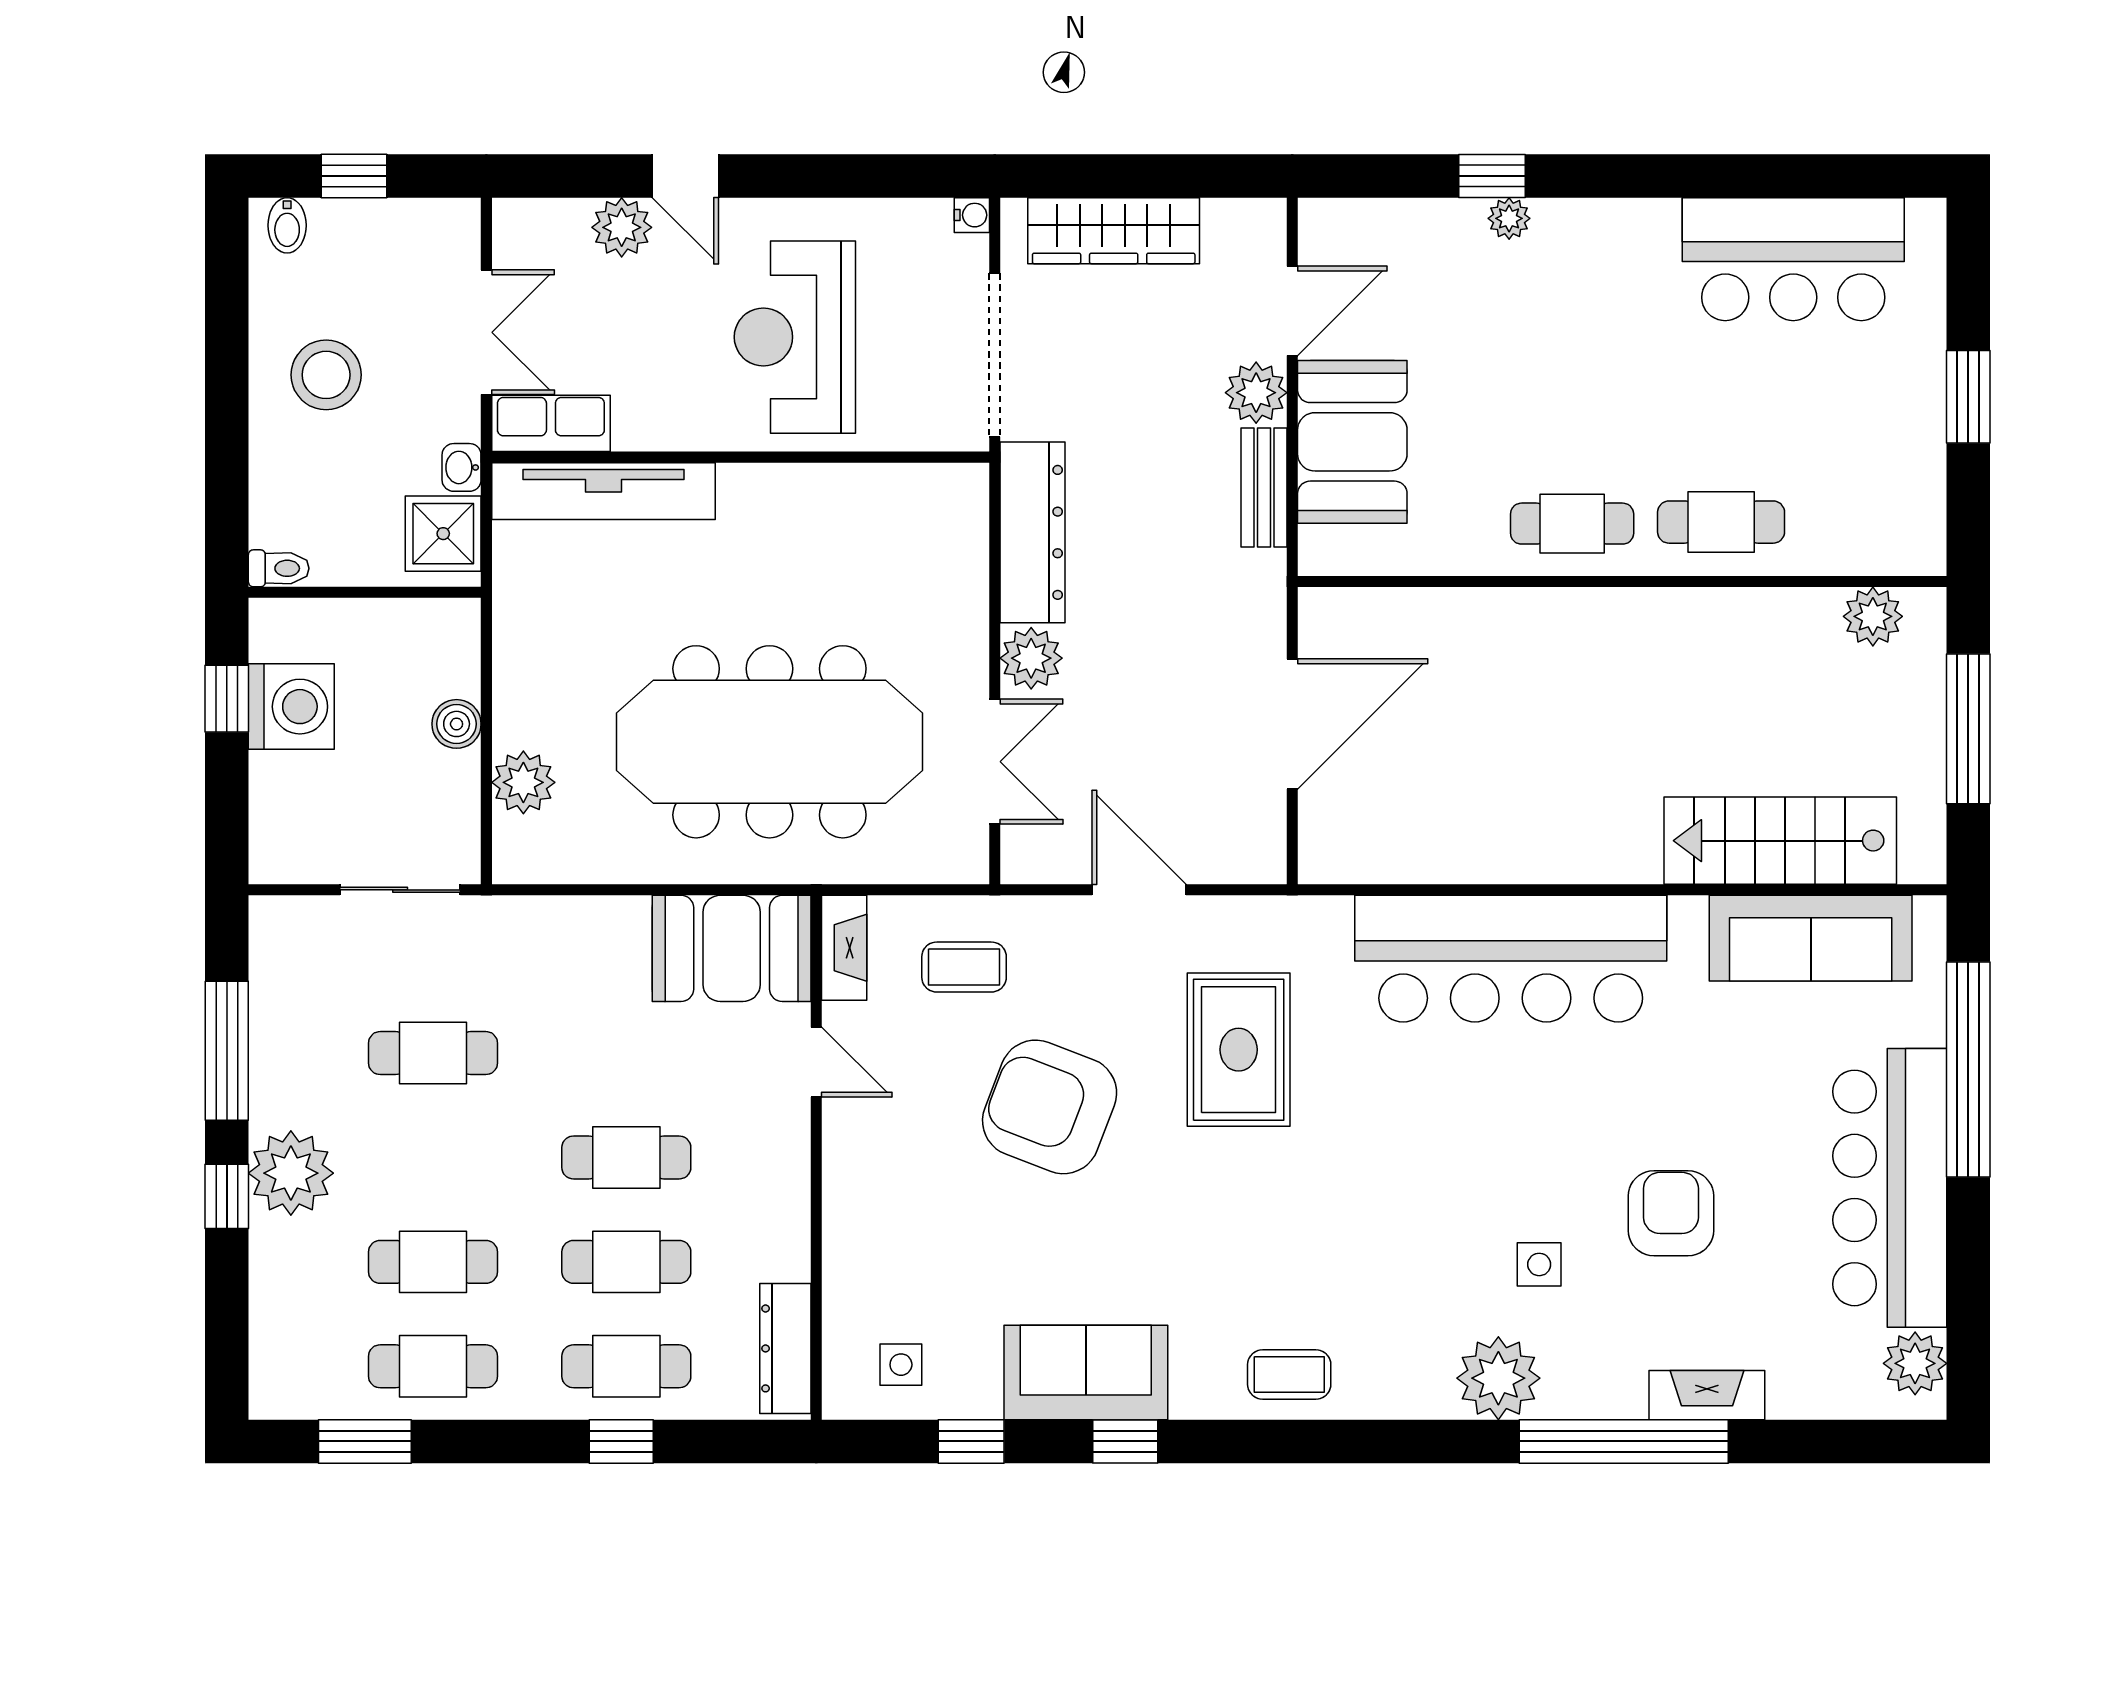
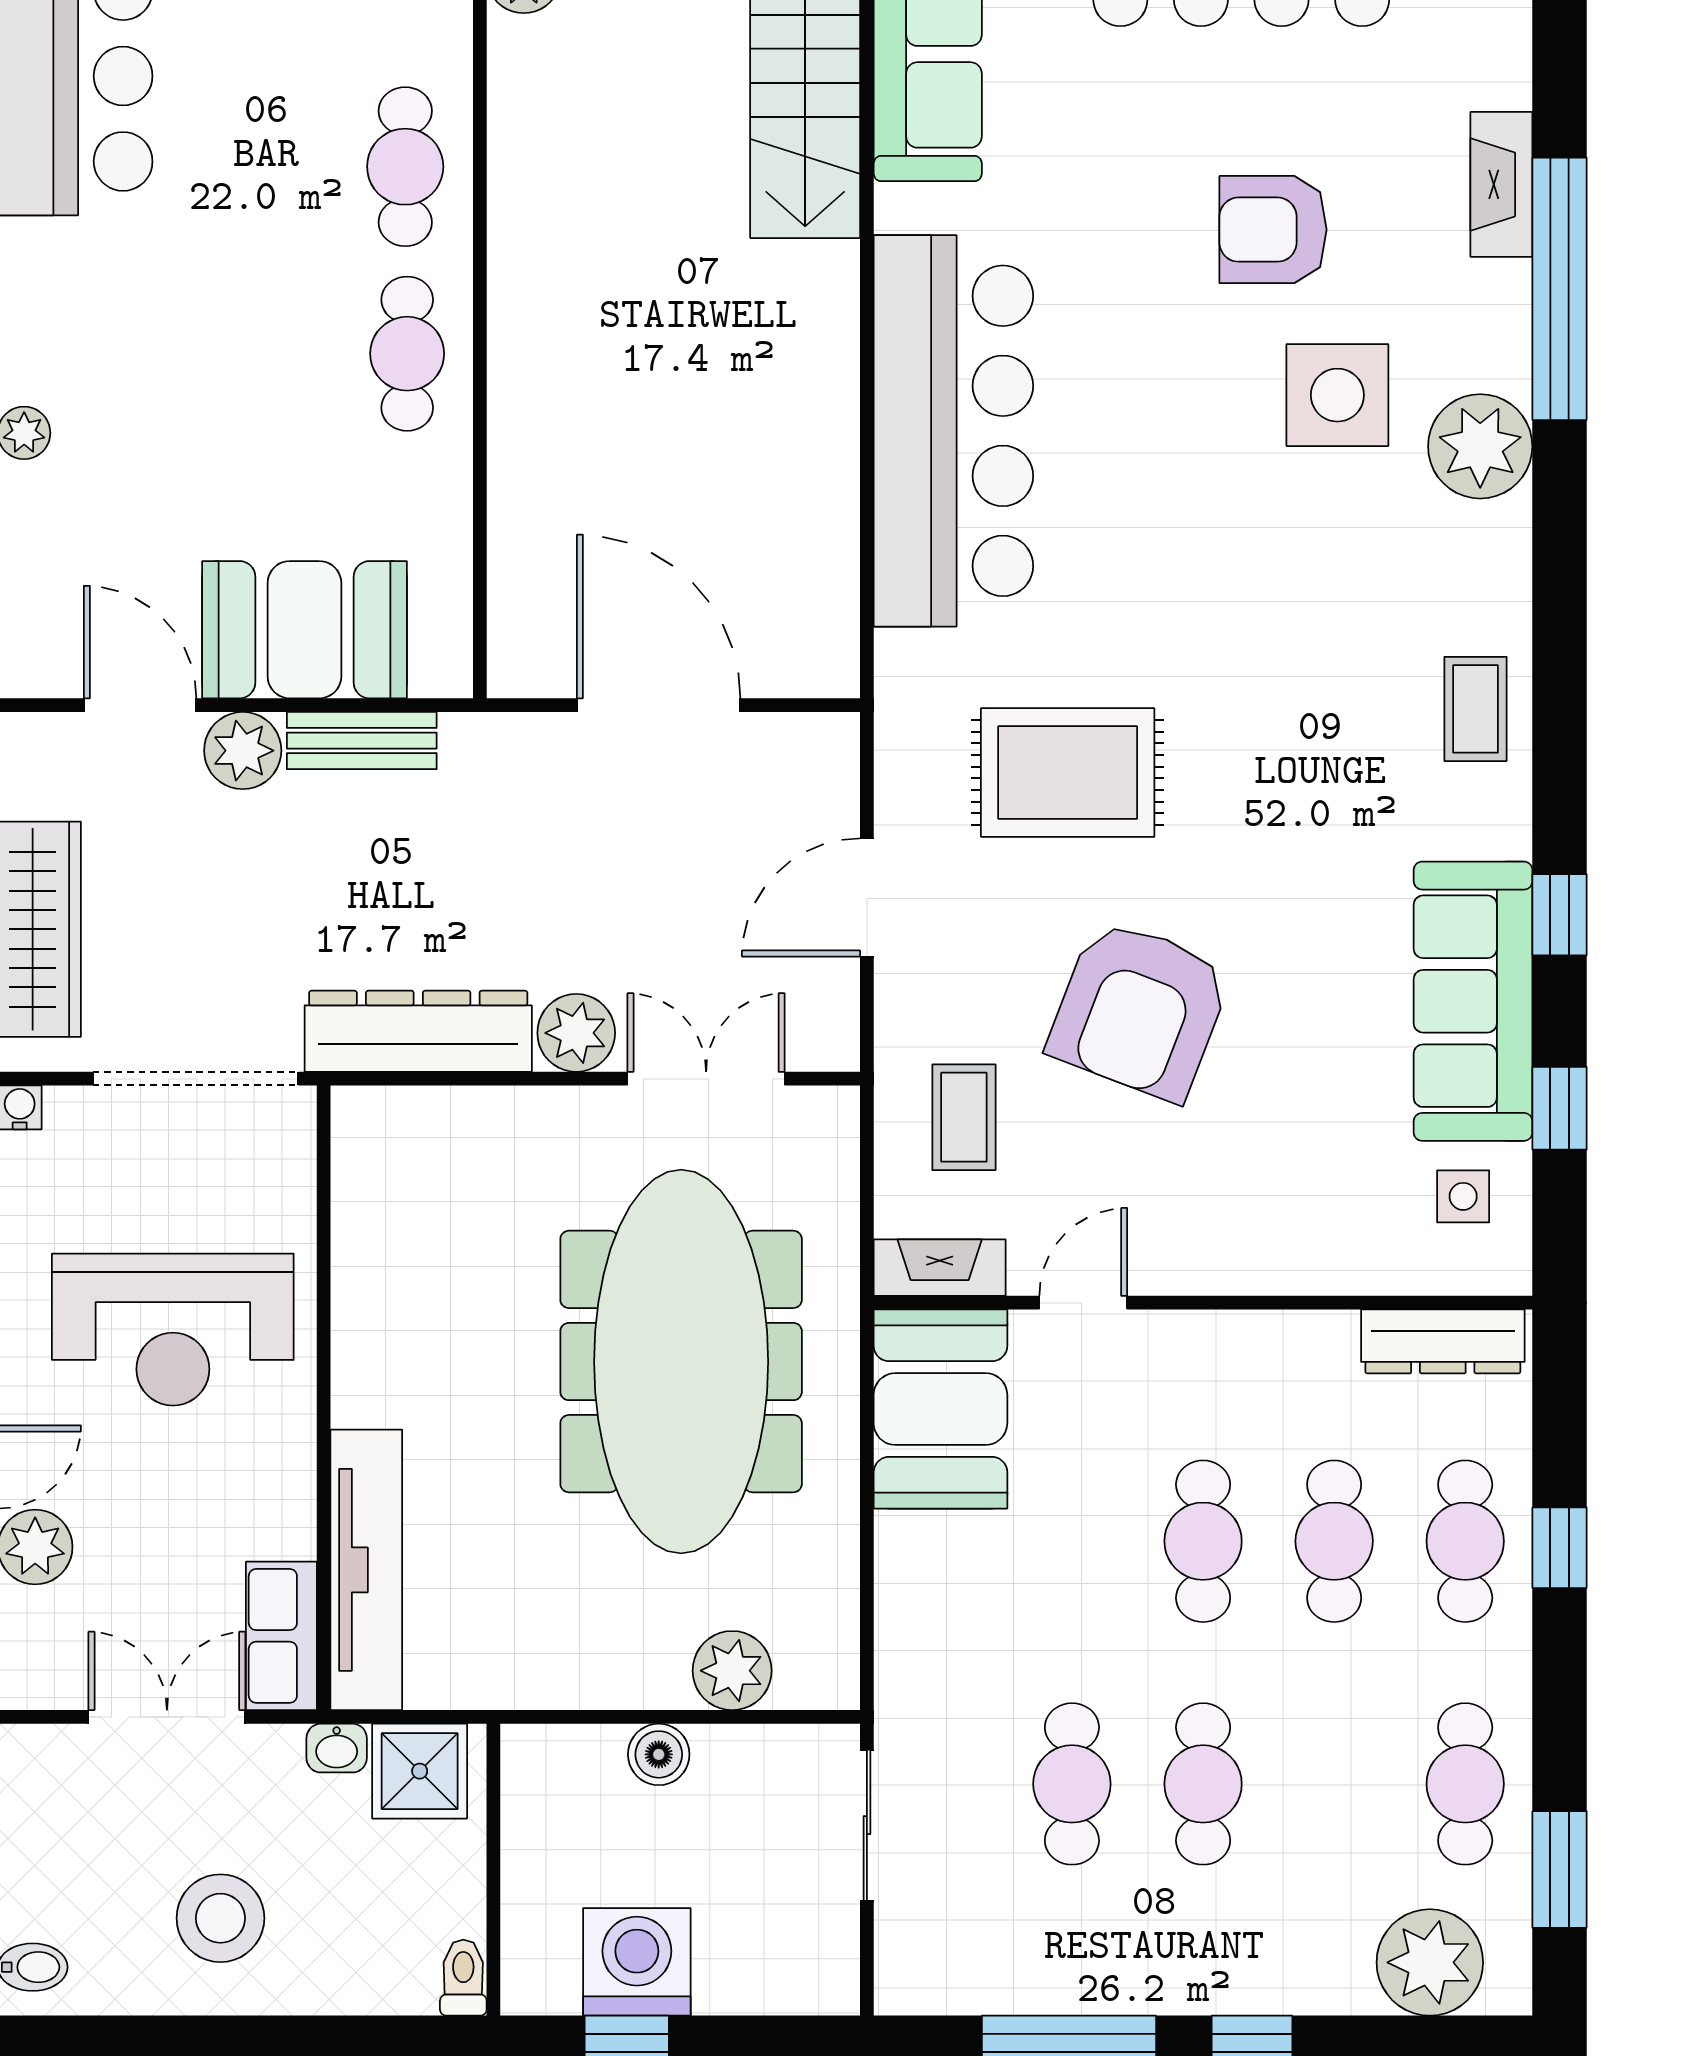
plant: (291, 1173) -> (1430, 1962), moved
cafe table: (433, 1262) -> (1203, 1784), moved
side table: (1539, 1264) -> (1337, 395), width x1.87, depth x1.87
sofa: (1086, 1372) -> (1473, 1001), width x1.36

